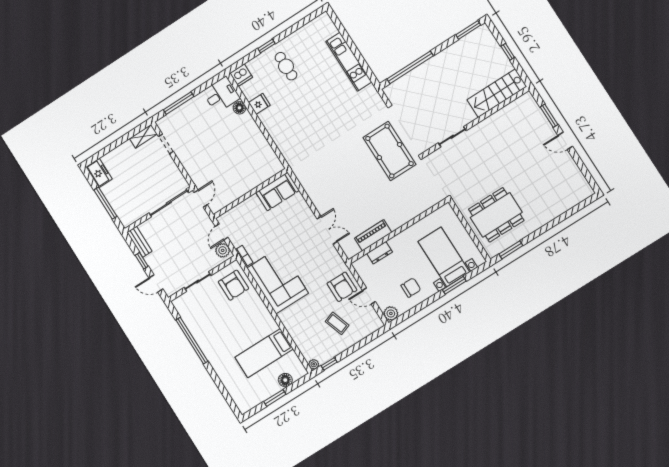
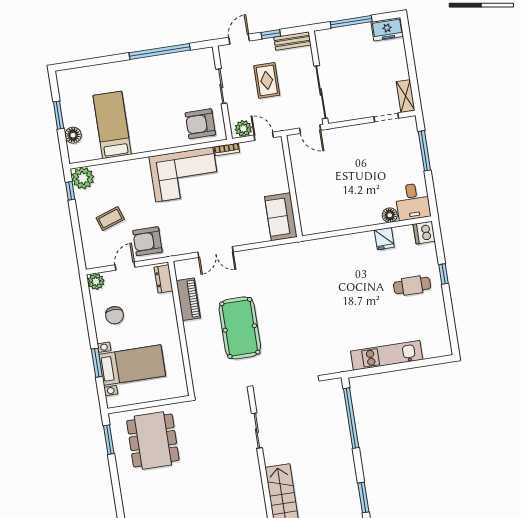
pool table: (389, 151) -> (240, 328), moved, turned 90
rug: (178, 248) -> (267, 80), added
dresser: (380, 253) -> (164, 279), moved
plant: (314, 364) -> (83, 178), width x1.87, depth x1.87

